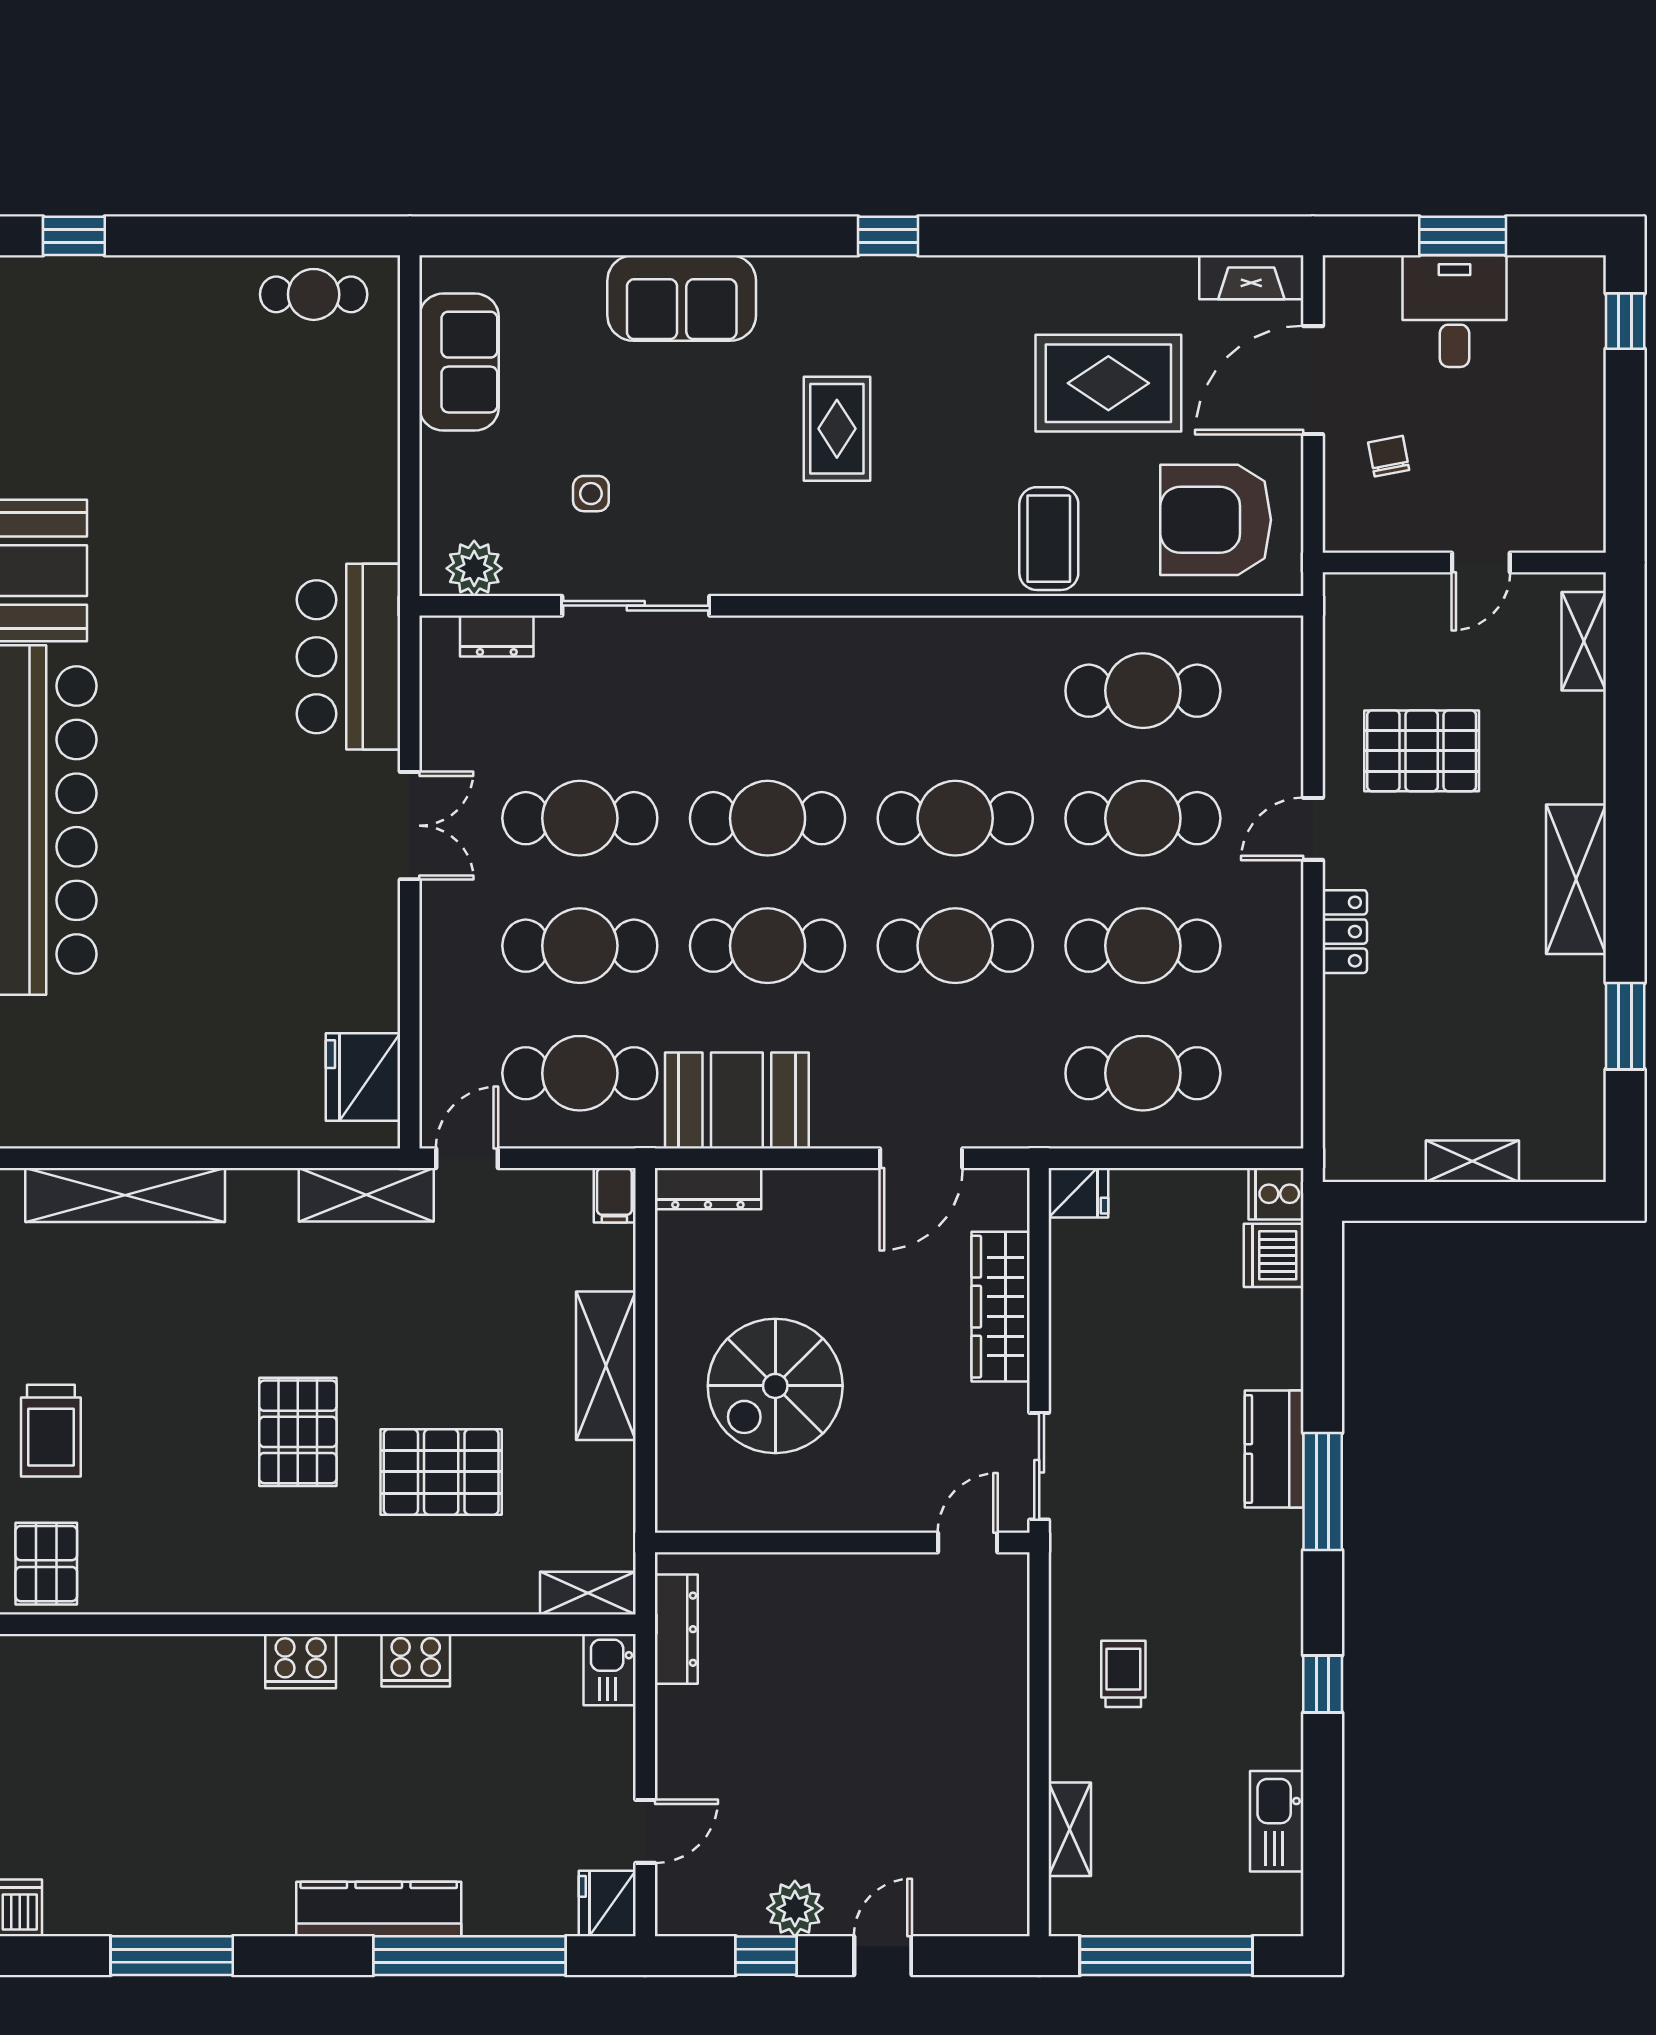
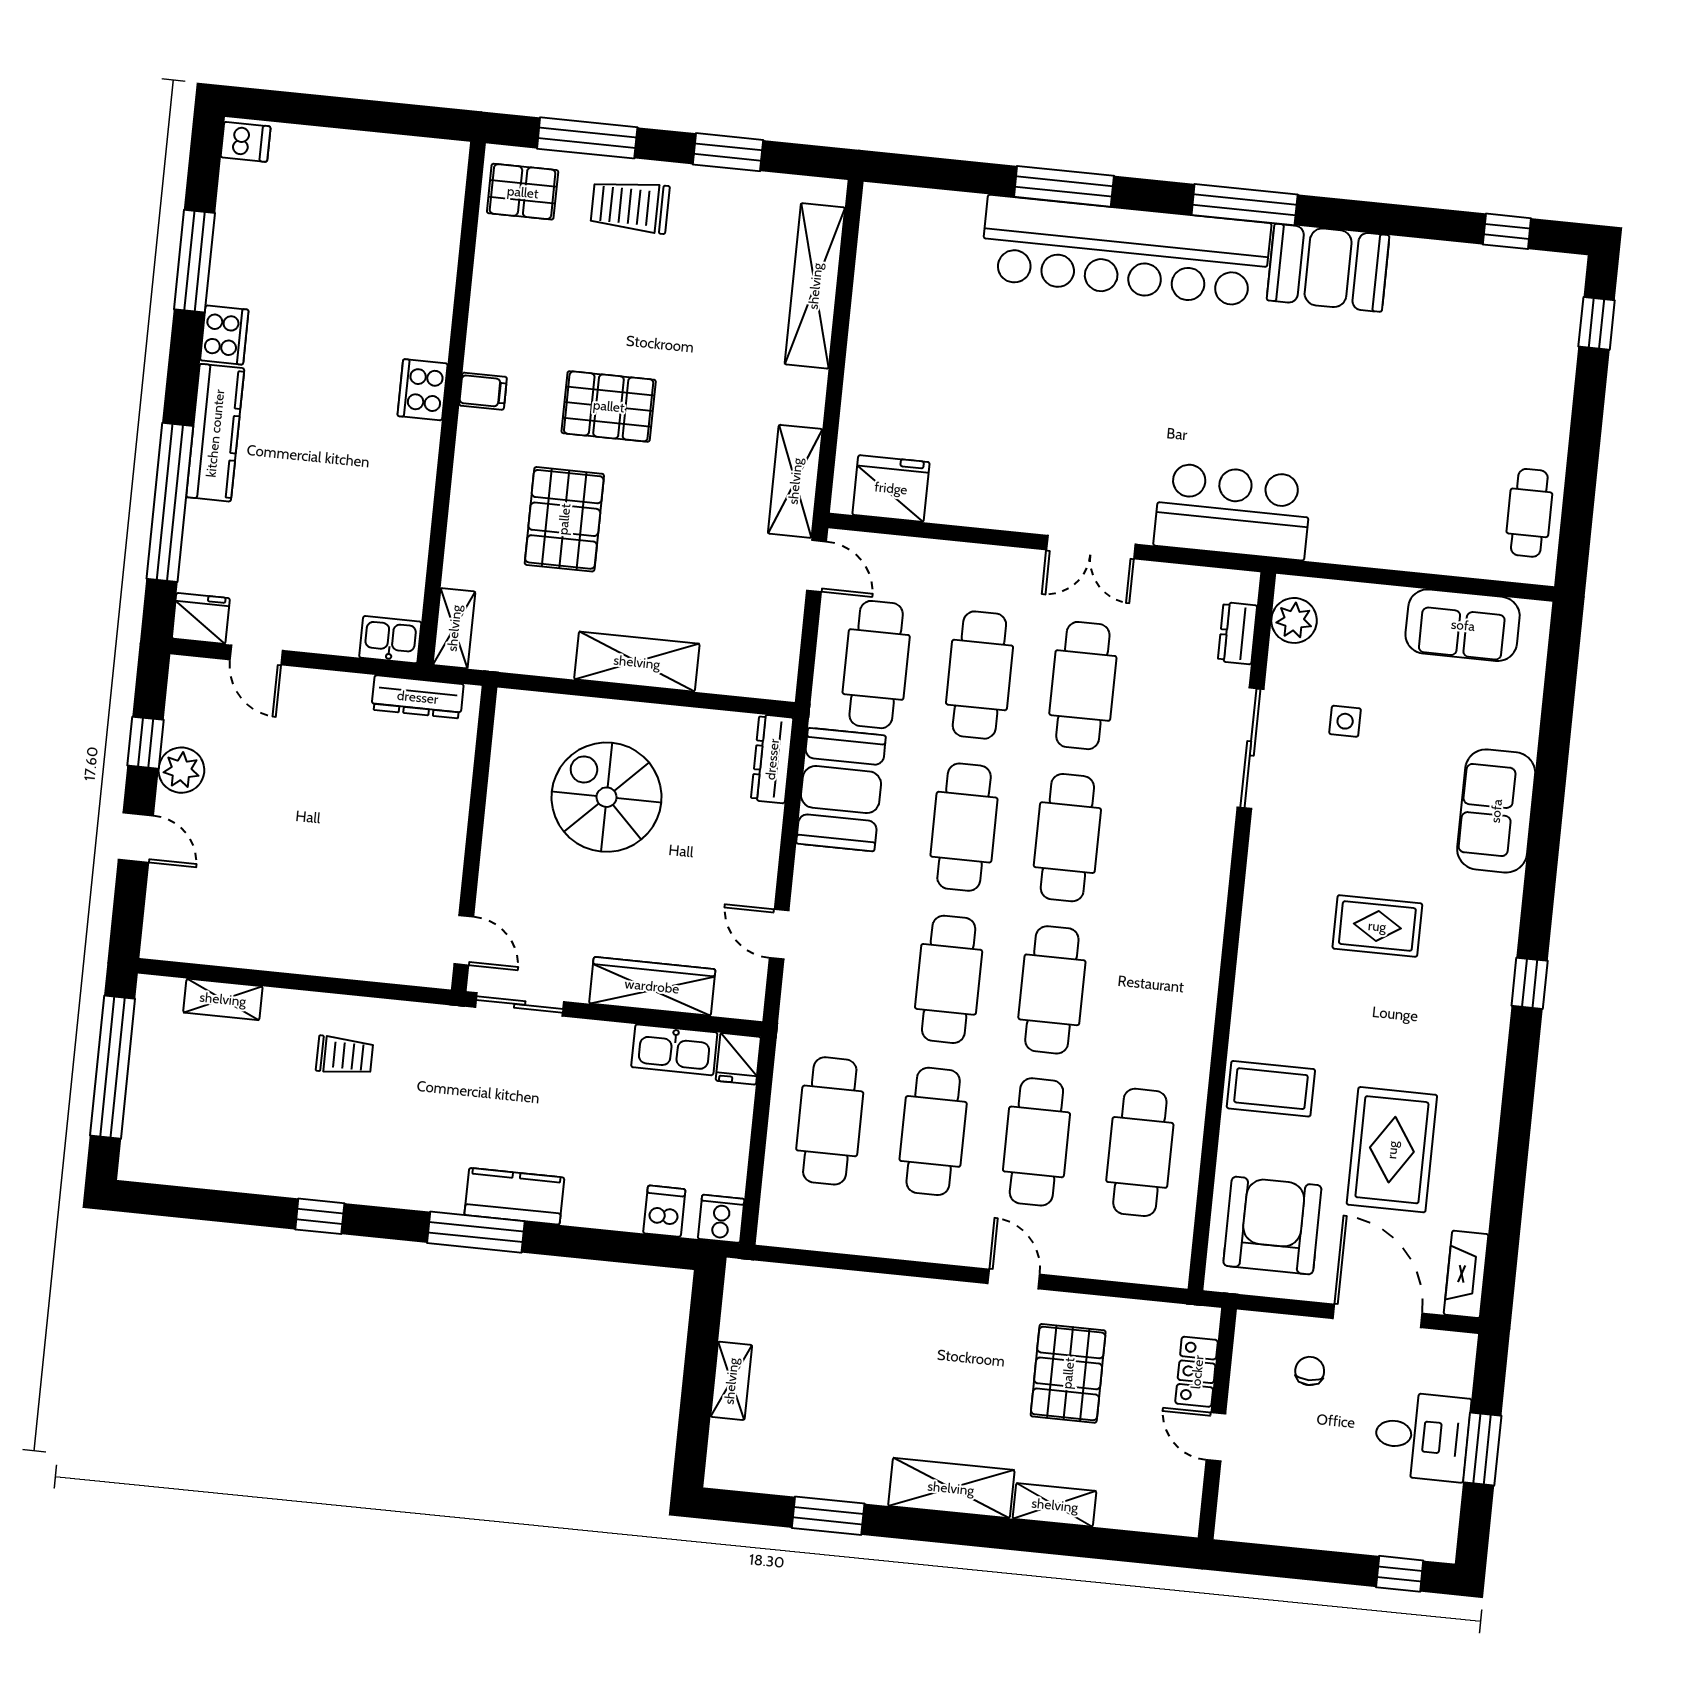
chair: (1389, 456) -> (1310, 1371), turned -79
shelving: (1584, 641) -> (1055, 1505), moved
locker: (1345, 932) -> (1197, 1372), moved, turned 90
door: (921, 1158) -> (779, 934), width x0.73
filing cabinet: (614, 1195) -> (483, 391), moved, turned 180
dishwasher: (1274, 1255) -> (664, 1211), width x0.73
cooker: (416, 1660) -> (224, 335), moved, turned 180
kitchen sink: (1277, 1821) -> (674, 1050), moved, turned 180

